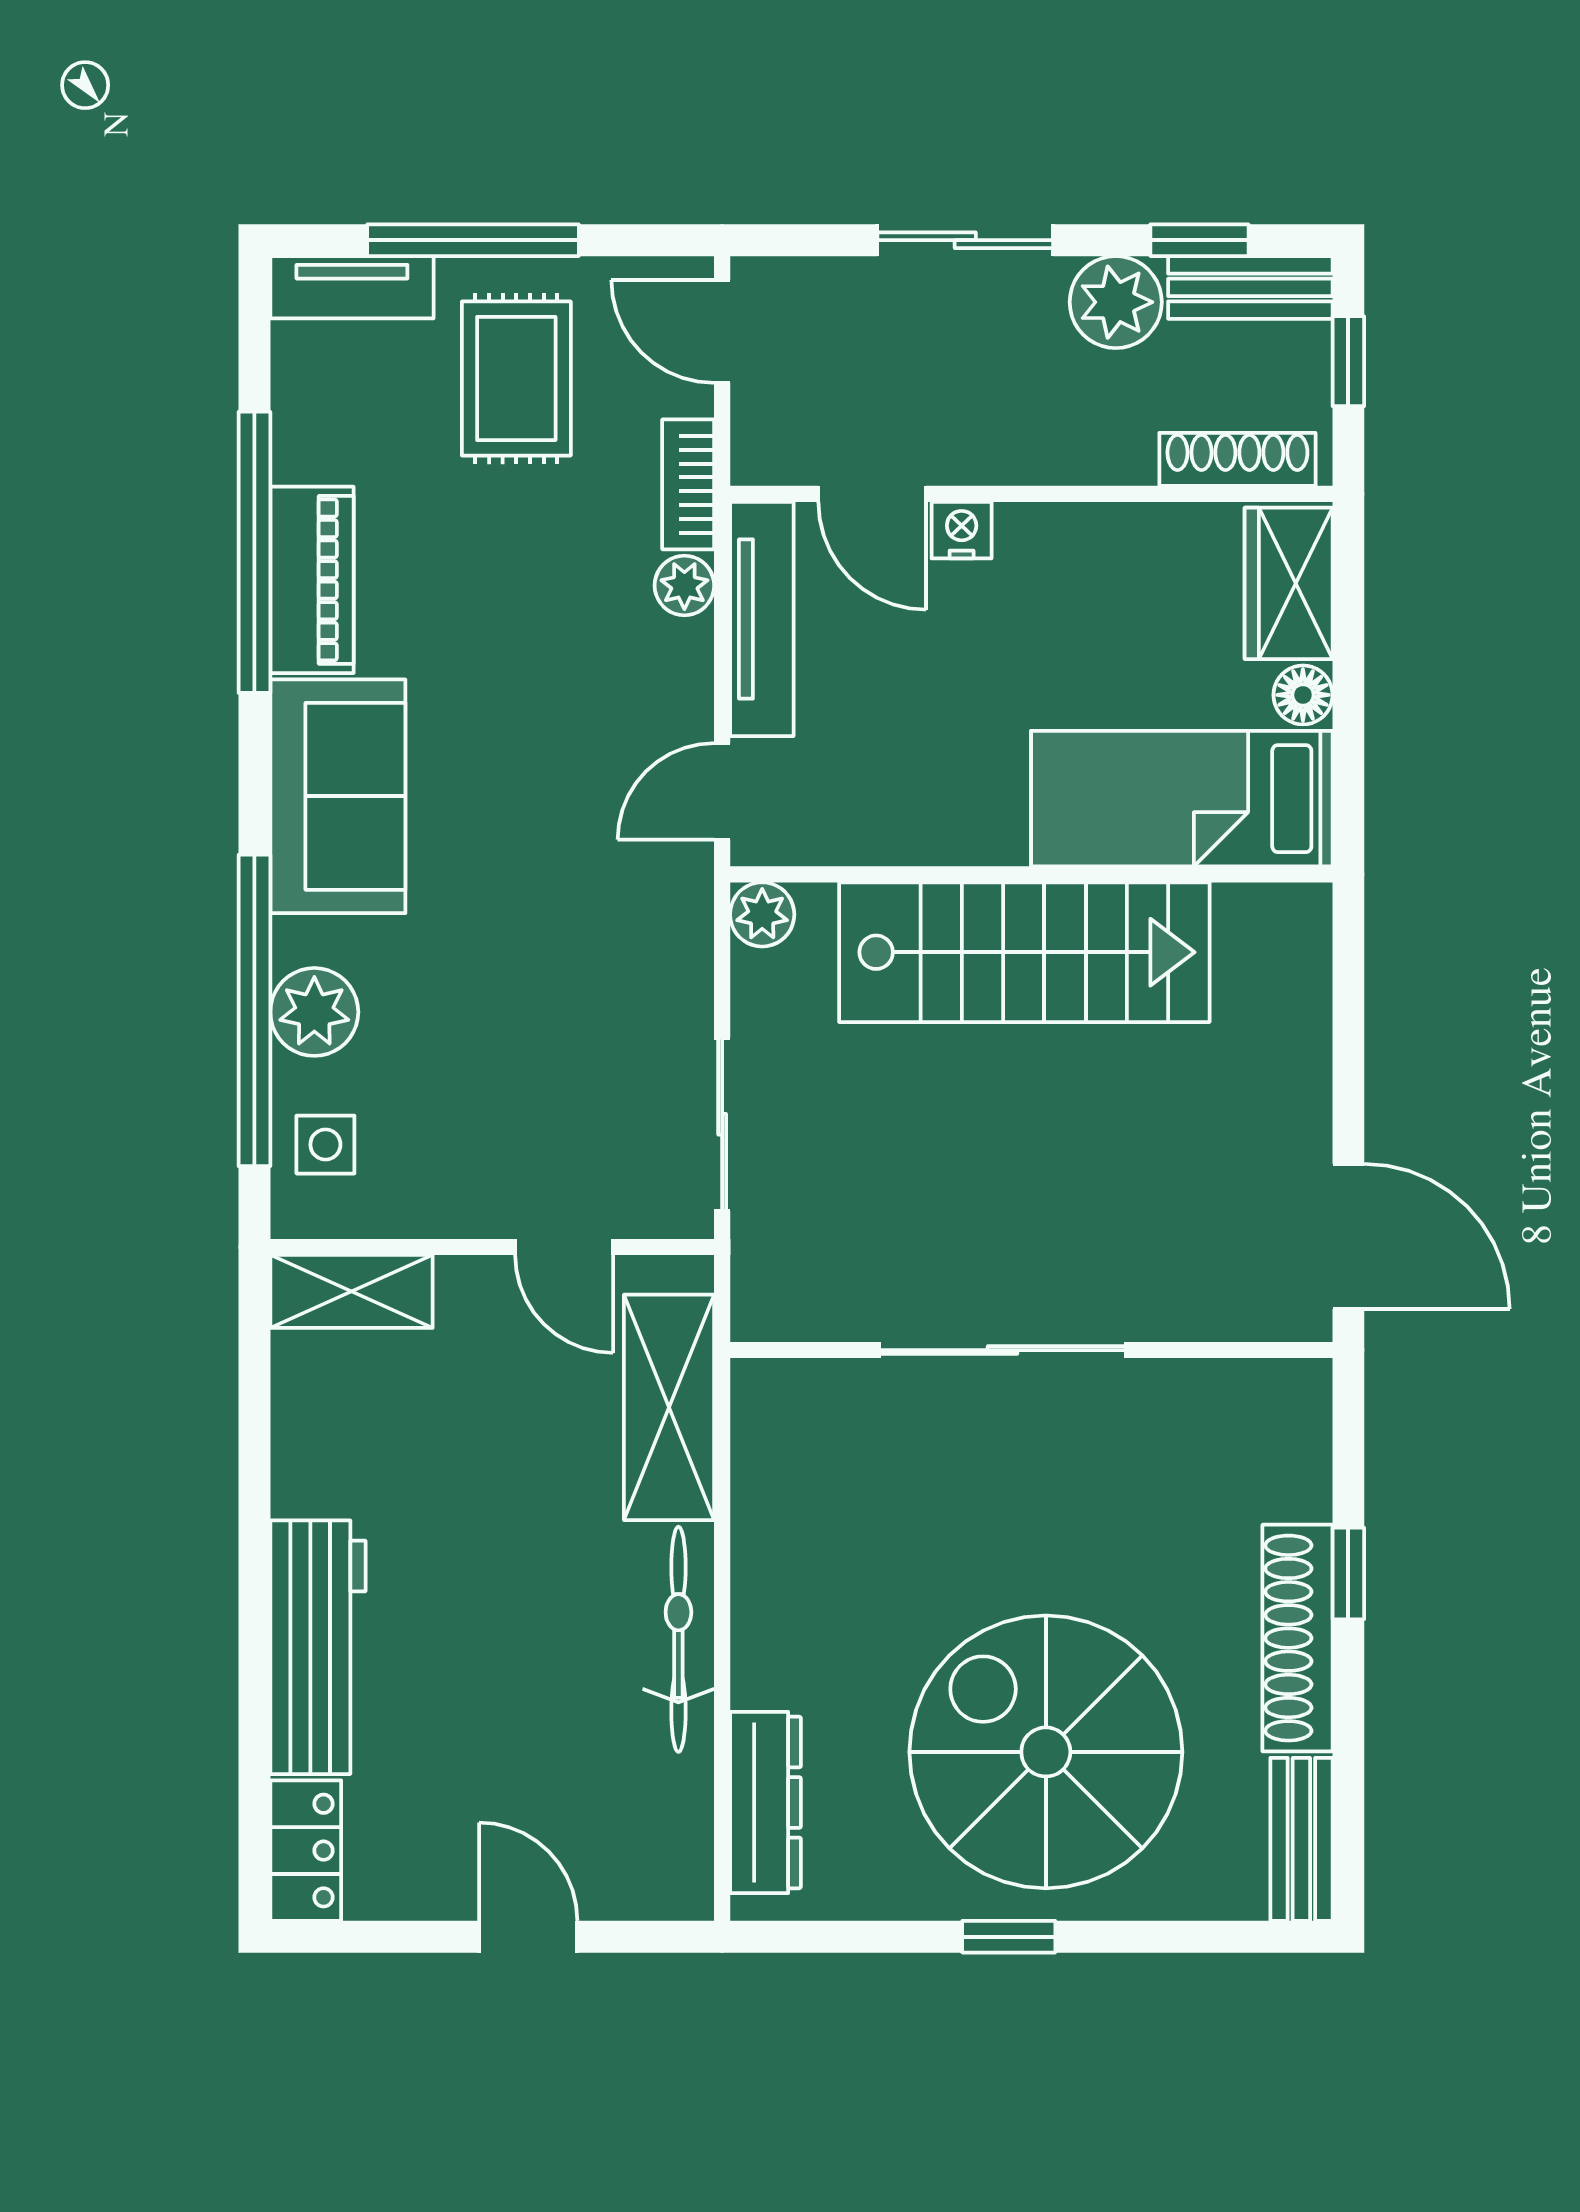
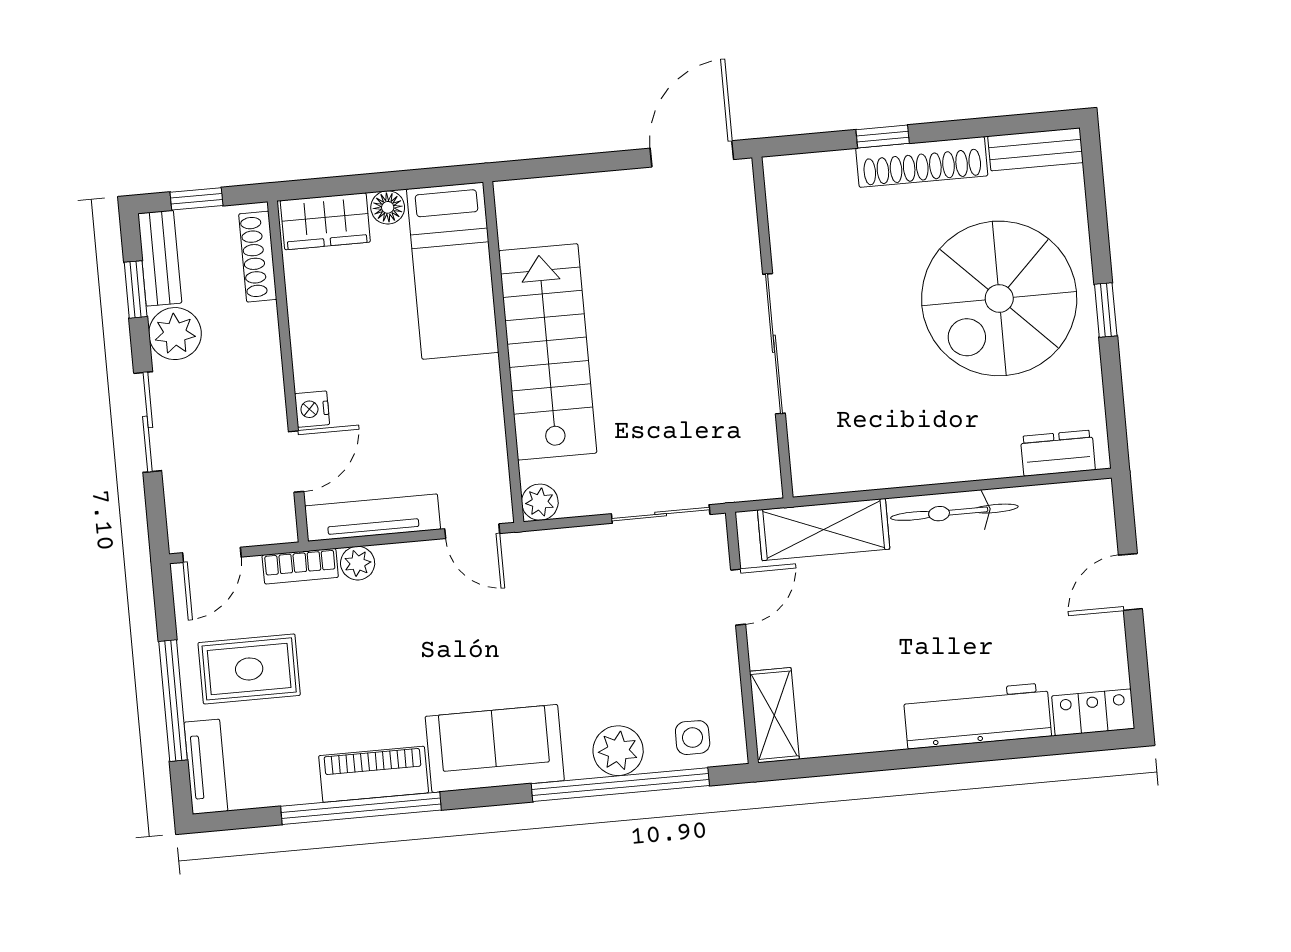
dresser: (766, 1802) -> (1058, 453), width x0.70

